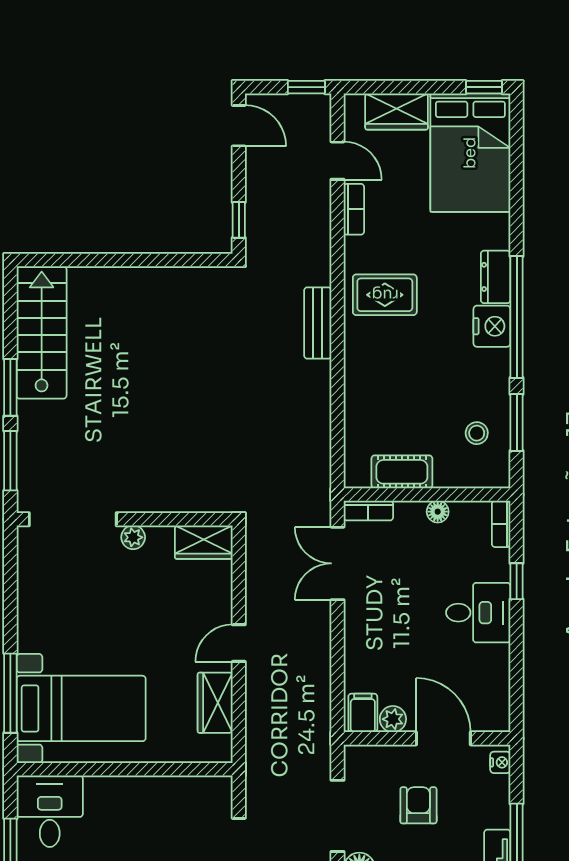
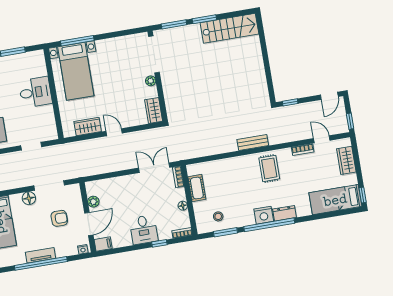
bed: (470, 153) -> (335, 200), width x0.67
door: (338, 161) -> (322, 139), swing flipped
filing cabinet: (363, 713) -> (103, 244), moved
desk: (50, 811) -> (35, 92), moved

